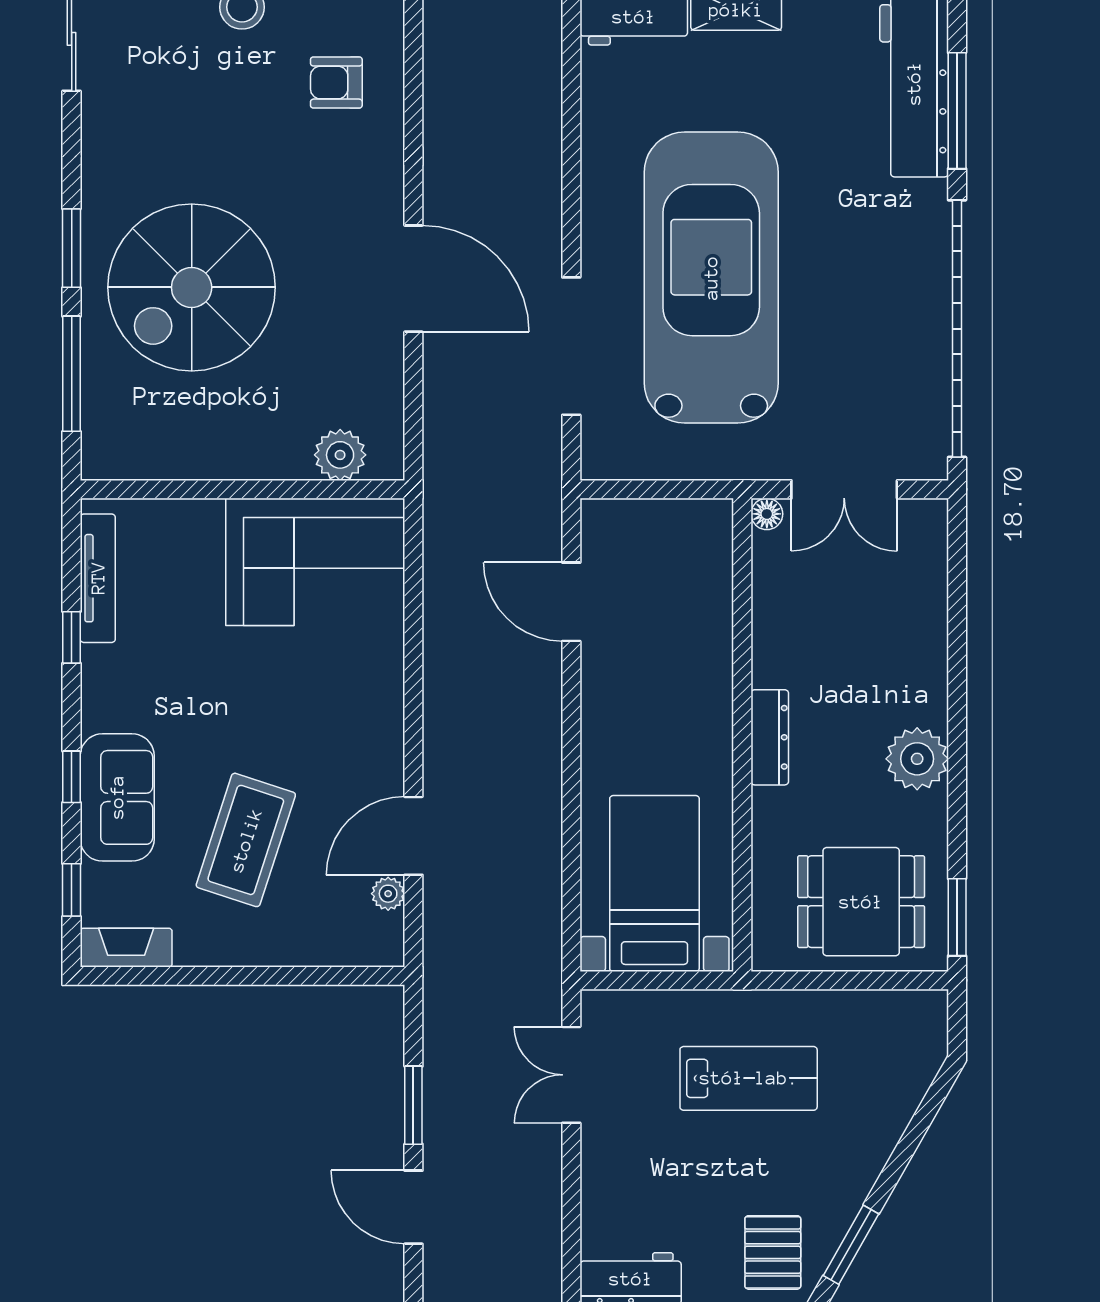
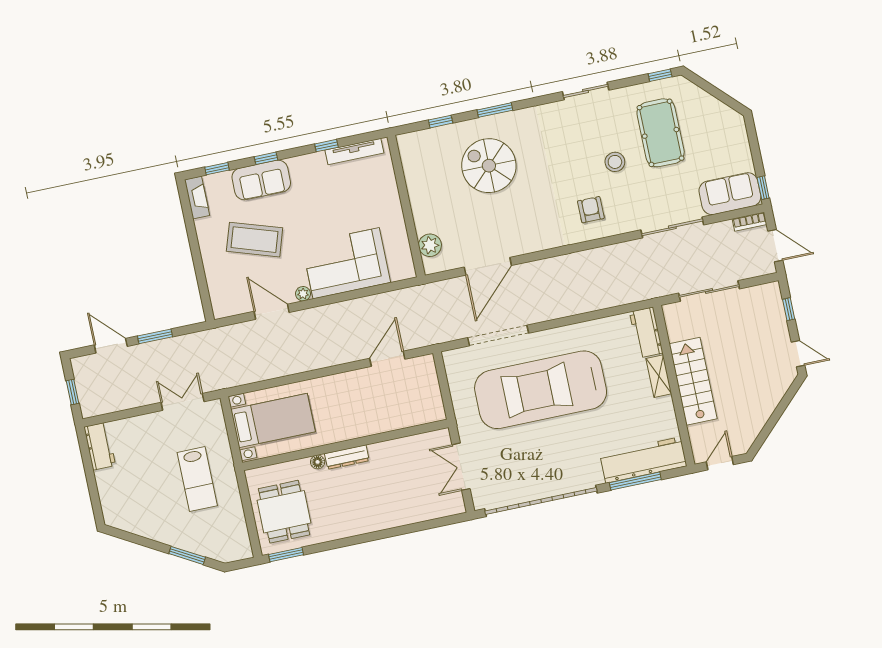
car: (711, 278) -> (541, 390), turned 180
door: (413, 279) -> (488, 266), moved
spiral stairs: (192, 287) -> (489, 166), width x0.73, depth x0.73
window: (72, 374) -> (441, 122), width x0.46
floor lamp: (767, 514) -> (318, 462), moved
corner sofa: (315, 562) -> (346, 263), moved, turned 90
plant: (917, 759) -> (351, 523), removed
plant: (388, 894) -> (303, 294), moved
door: (413, 1207) -> (111, 346), hinge flipped
window: (851, 1245) -> (187, 555), moved
pallet: (773, 1252) -> (124, 505), removed

